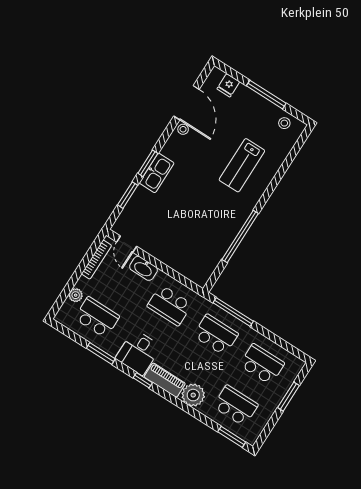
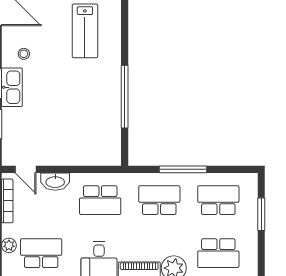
stool: (183, 129) -> (24, 54), moved
window: (233, 312) -> (183, 169), moved
school desk: (236, 406) -> (218, 253), turned 180

